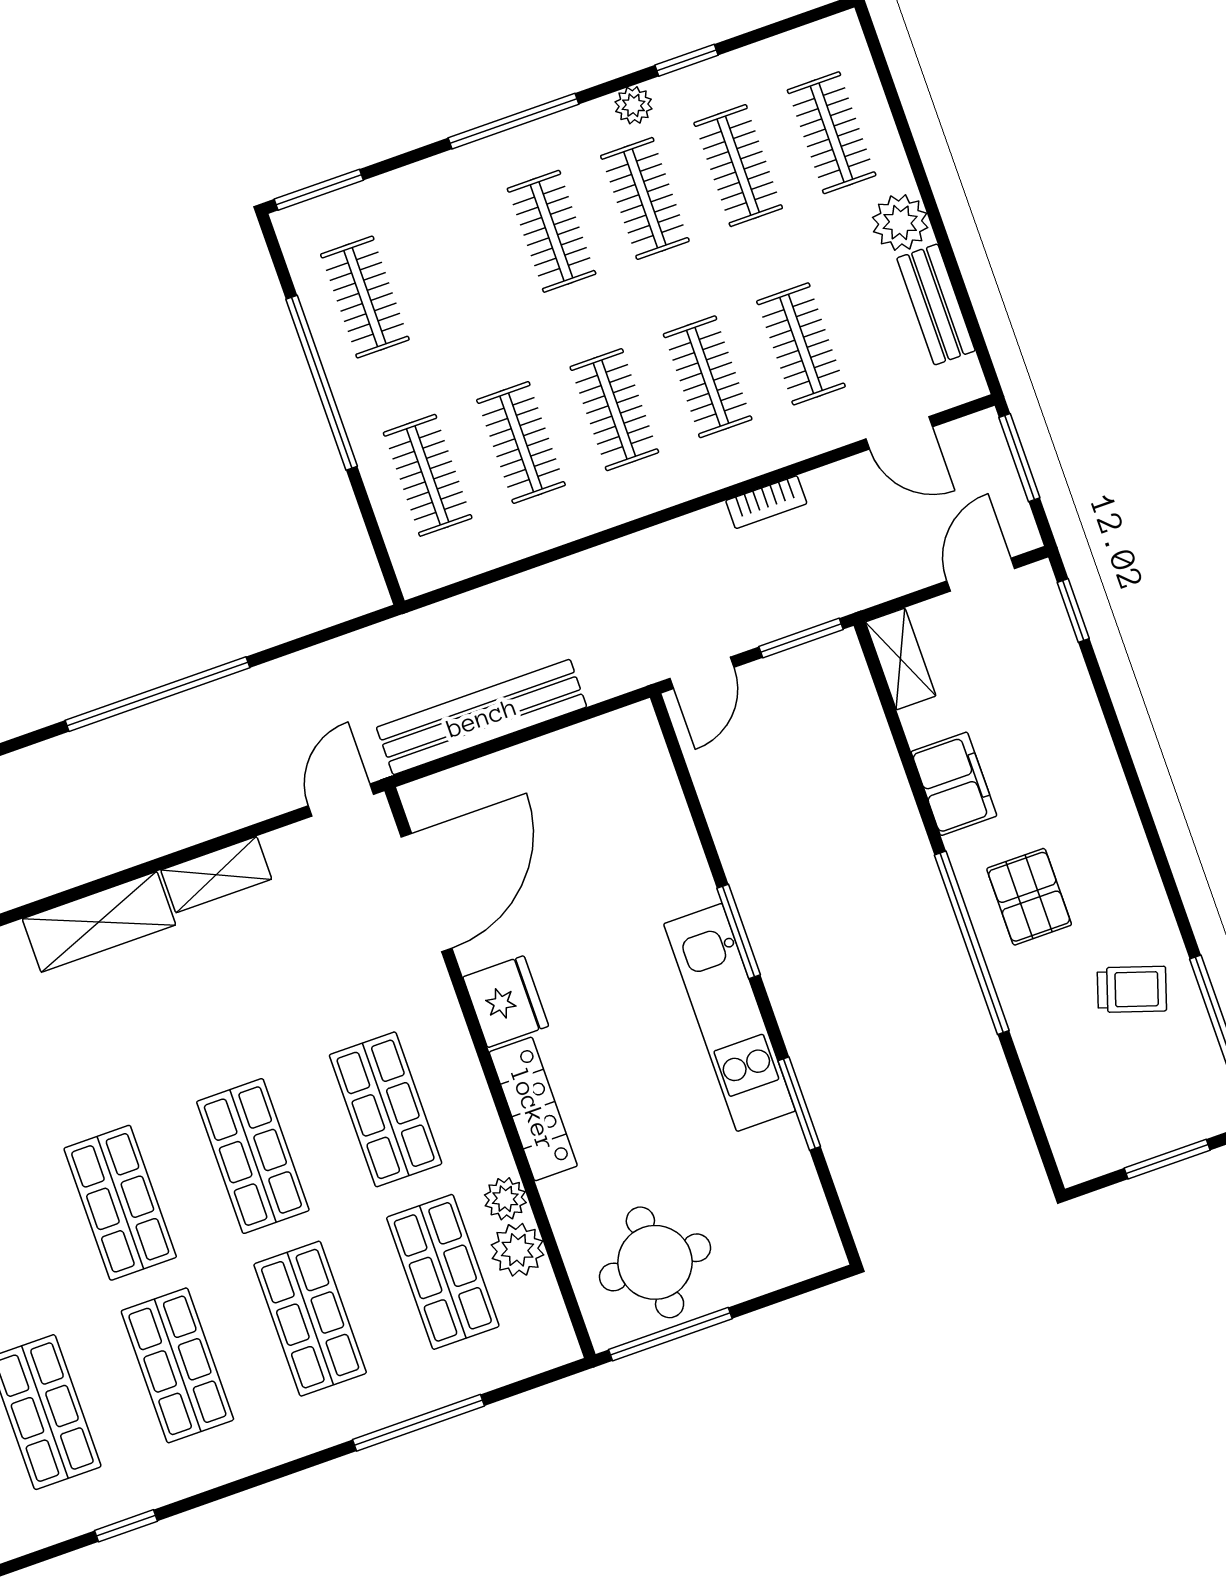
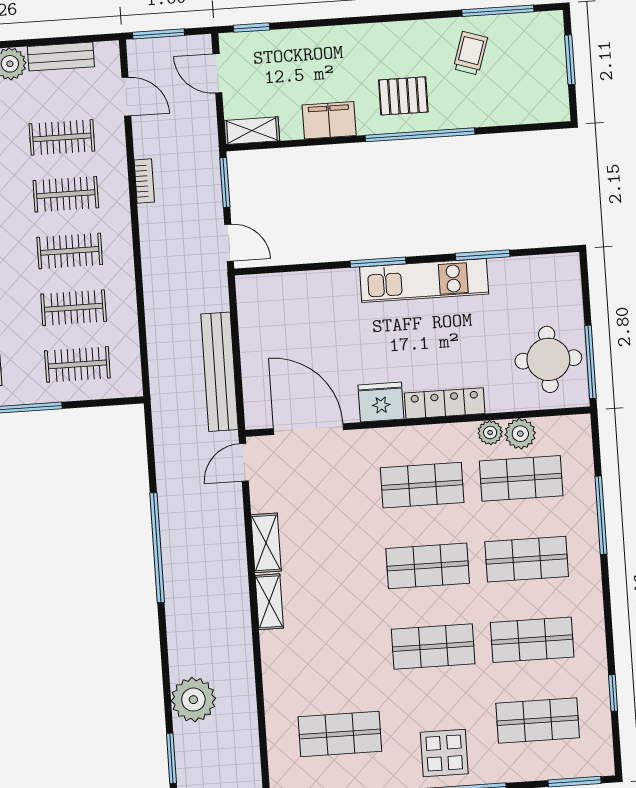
door: (899, 433) -> (126, 97), hinge flipped
door: (341, 800) -> (244, 462), hinge flipped
shelving: (99, 922) -> (269, 602), width x0.67, depth x0.75

